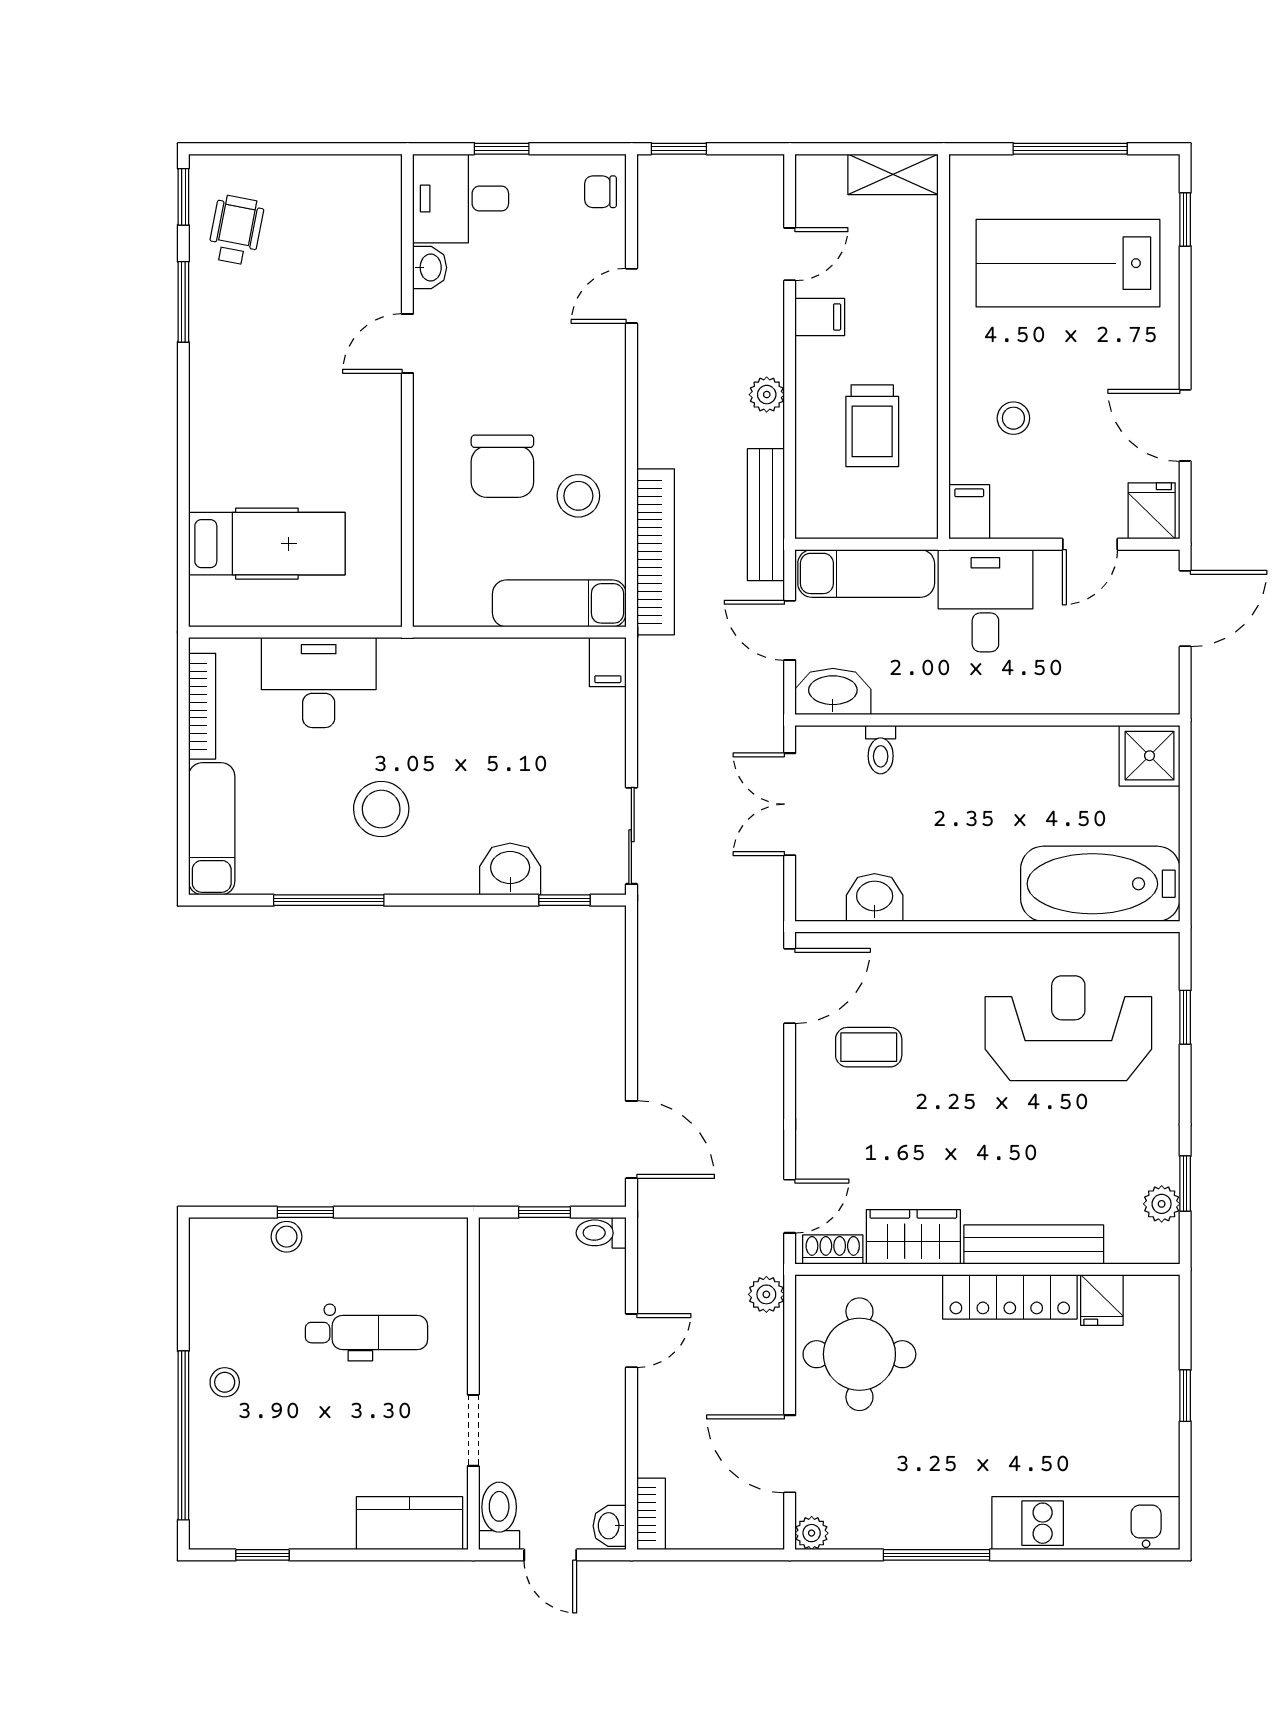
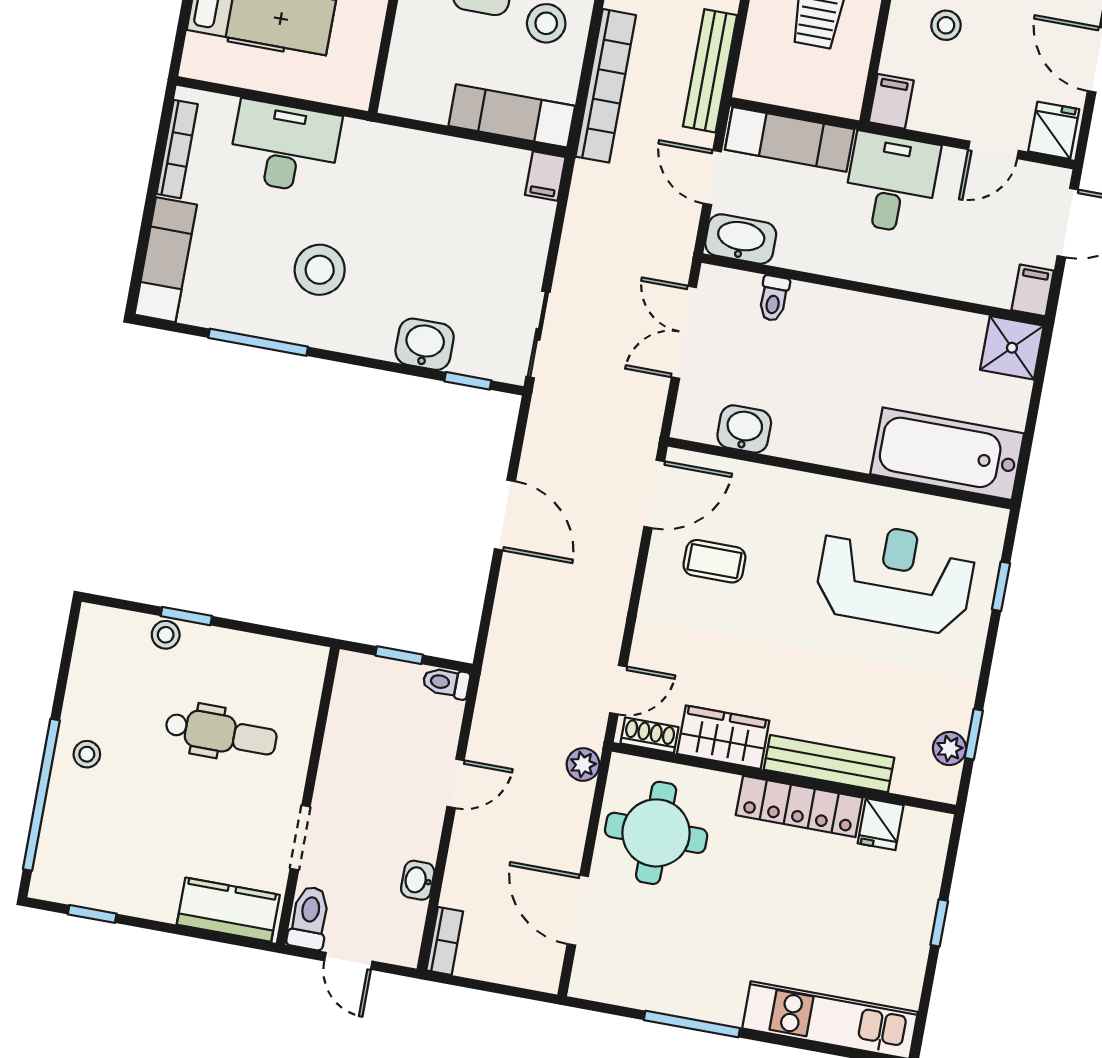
filing cabinet: (1161, 689) -> (1033, 290), added
door: (631, 1140) -> (505, 515), moved
washbasin: (610, 1526) -> (418, 880), moved
plant: (812, 1533) -> (584, 984), removed

